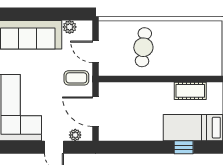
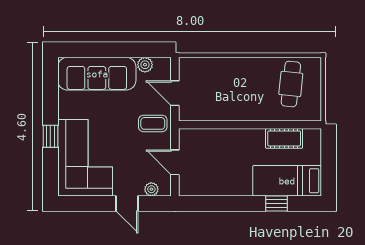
cafe table: (143, 47) -> (291, 84), moved
door: (96, 112) -> (175, 162), width x0.73

